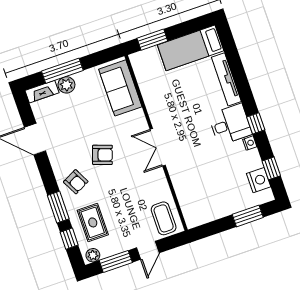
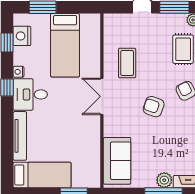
double door: (158, 147) -> (102, 96), swing flipped
bed: (212, 186) -> (65, 45), added
coffee table: (164, 218) -> (127, 63), moved

